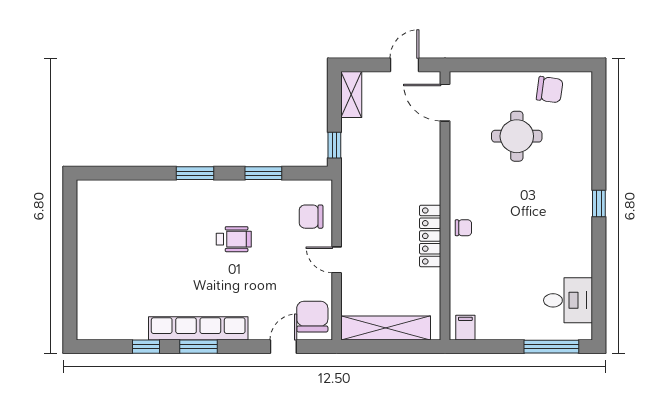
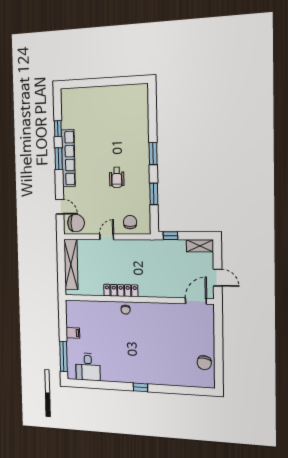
round table: (517, 136) -> (177, 342), removed
filing cabinet: (465, 328) -> (73, 333), moved

